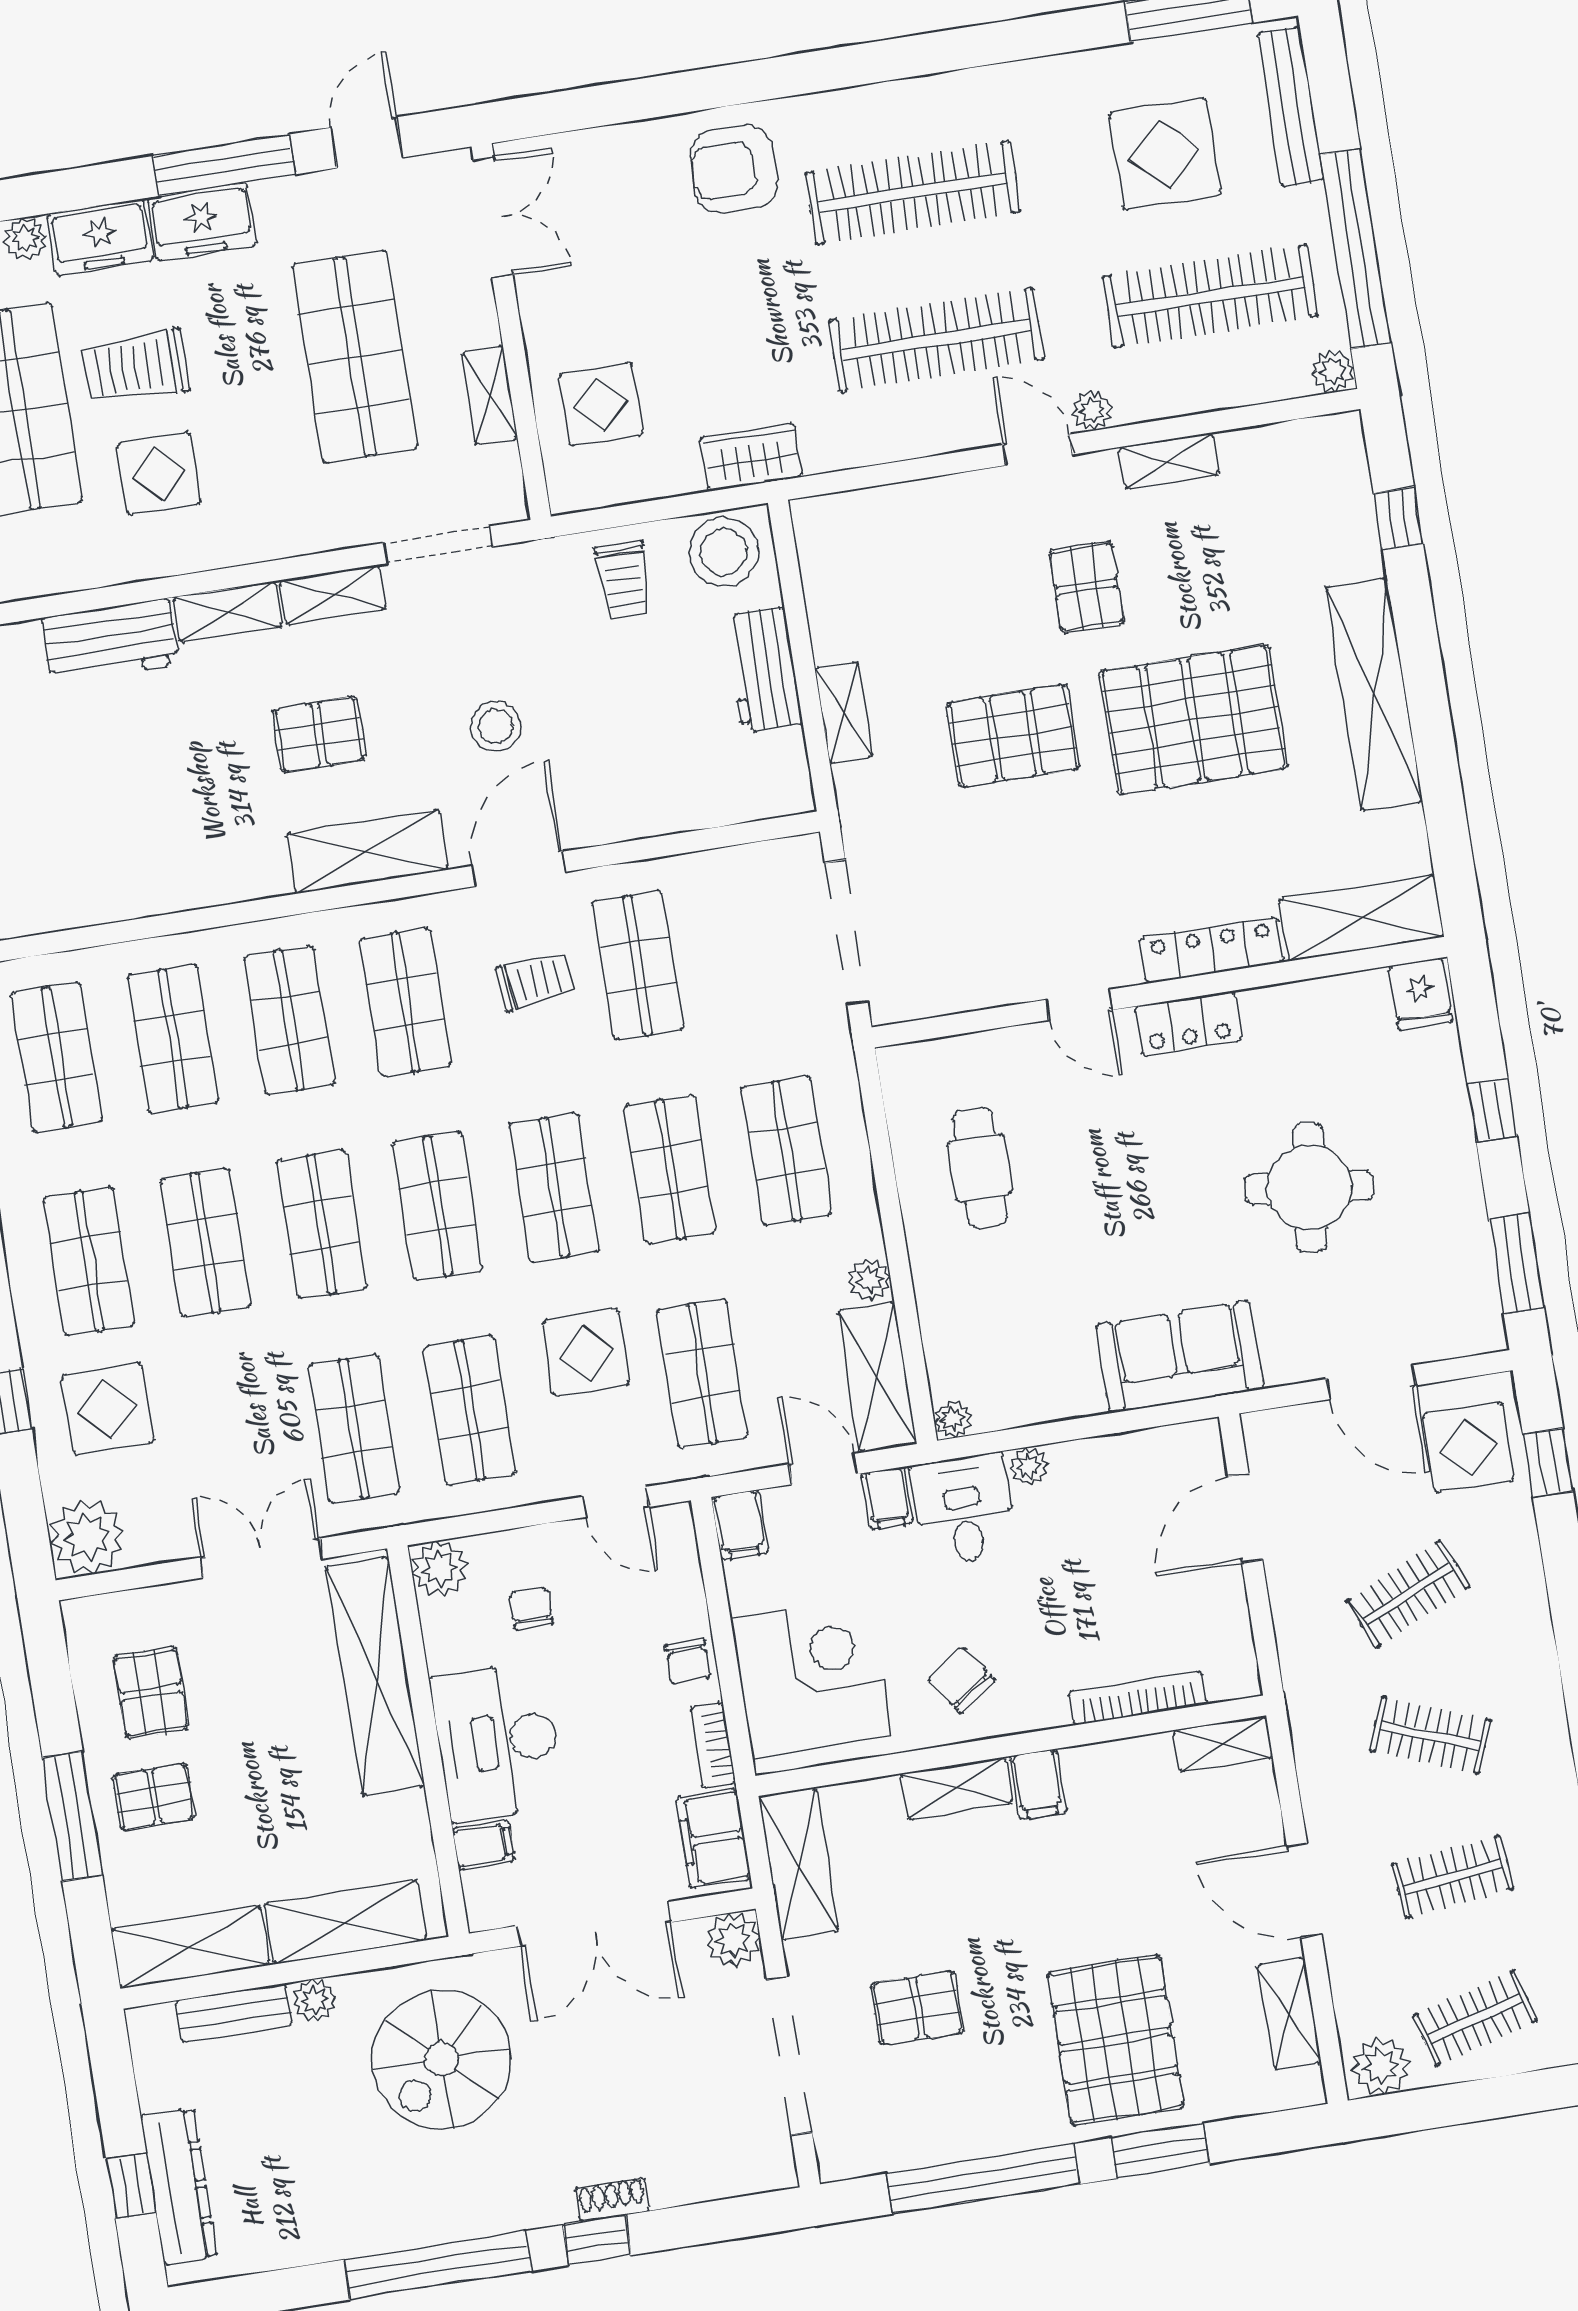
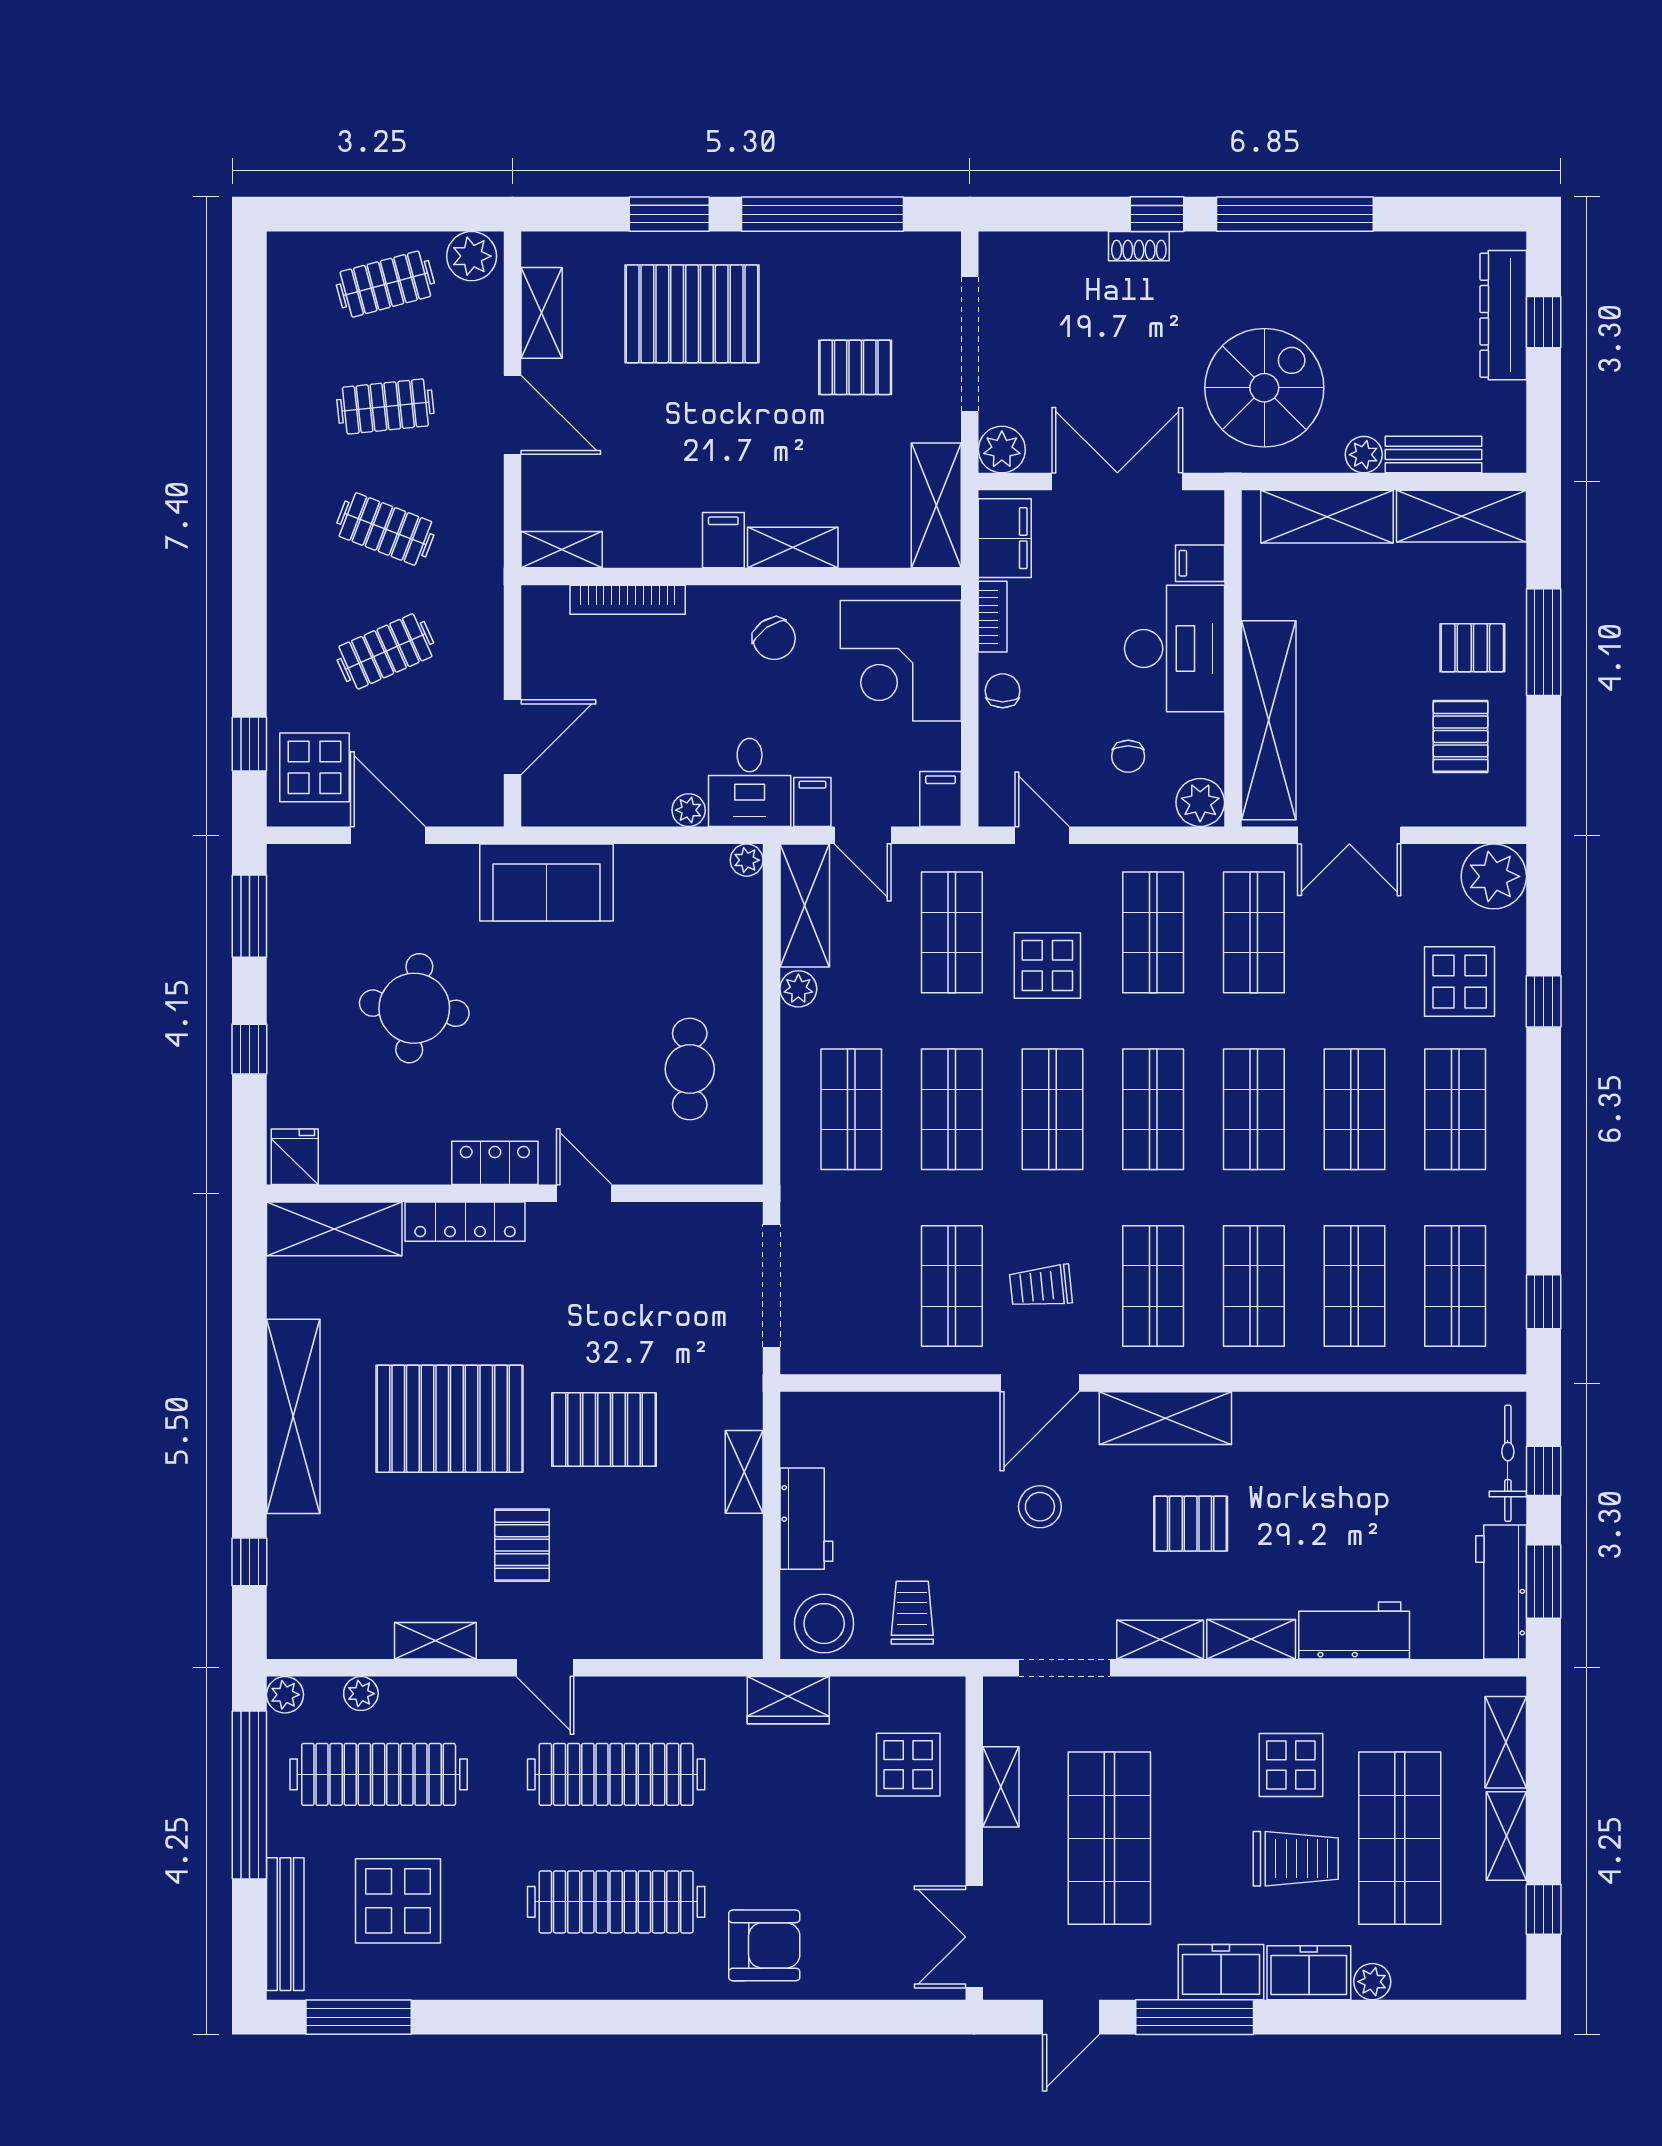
plant: (1092, 411) -> (361, 1694), moved
pallet: (1116, 2040) -> (692, 314), turned 90

